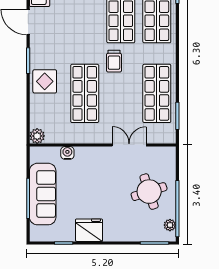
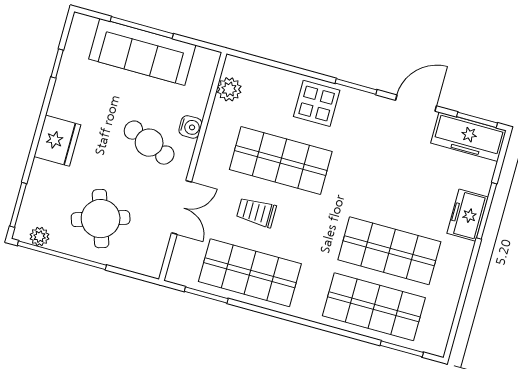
trolley: (114, 61) -> (256, 212), moved
plant: (37, 136) -> (229, 89), moved
water cooler: (67, 153) -> (190, 127), moved
cafe table: (96, 175) -> (149, 143), added
fridge: (89, 230) -> (57, 141), moved

